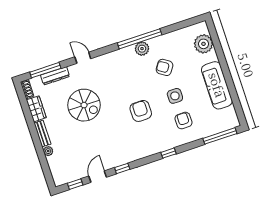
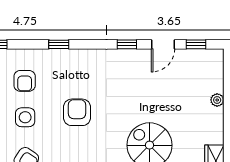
armchair: (141, 111) -> (77, 112), turned 180
bench: (42, 134) -> (217, 126), removed

